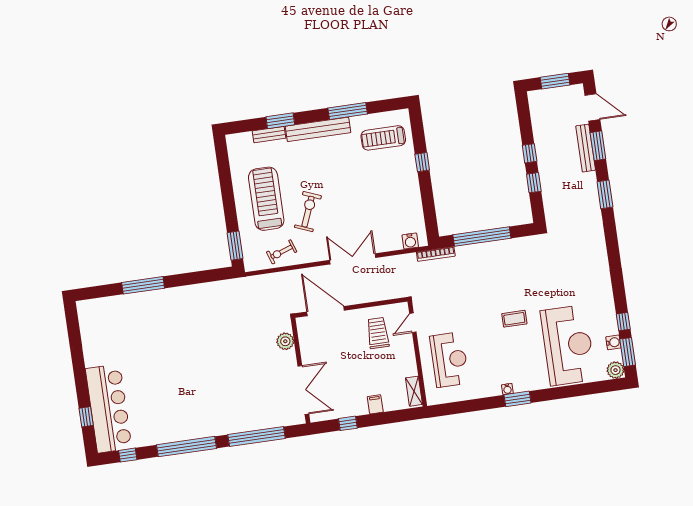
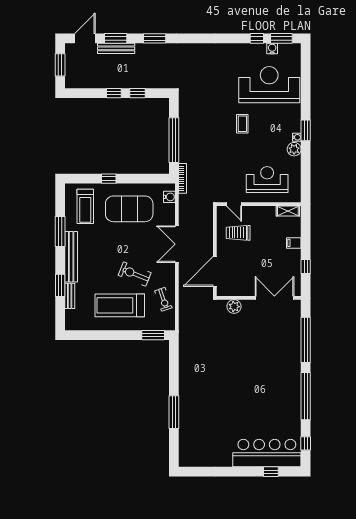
exercise mat: (388, 193) -> (129, 209), added
plant: (615, 370) -> (294, 149), moved

